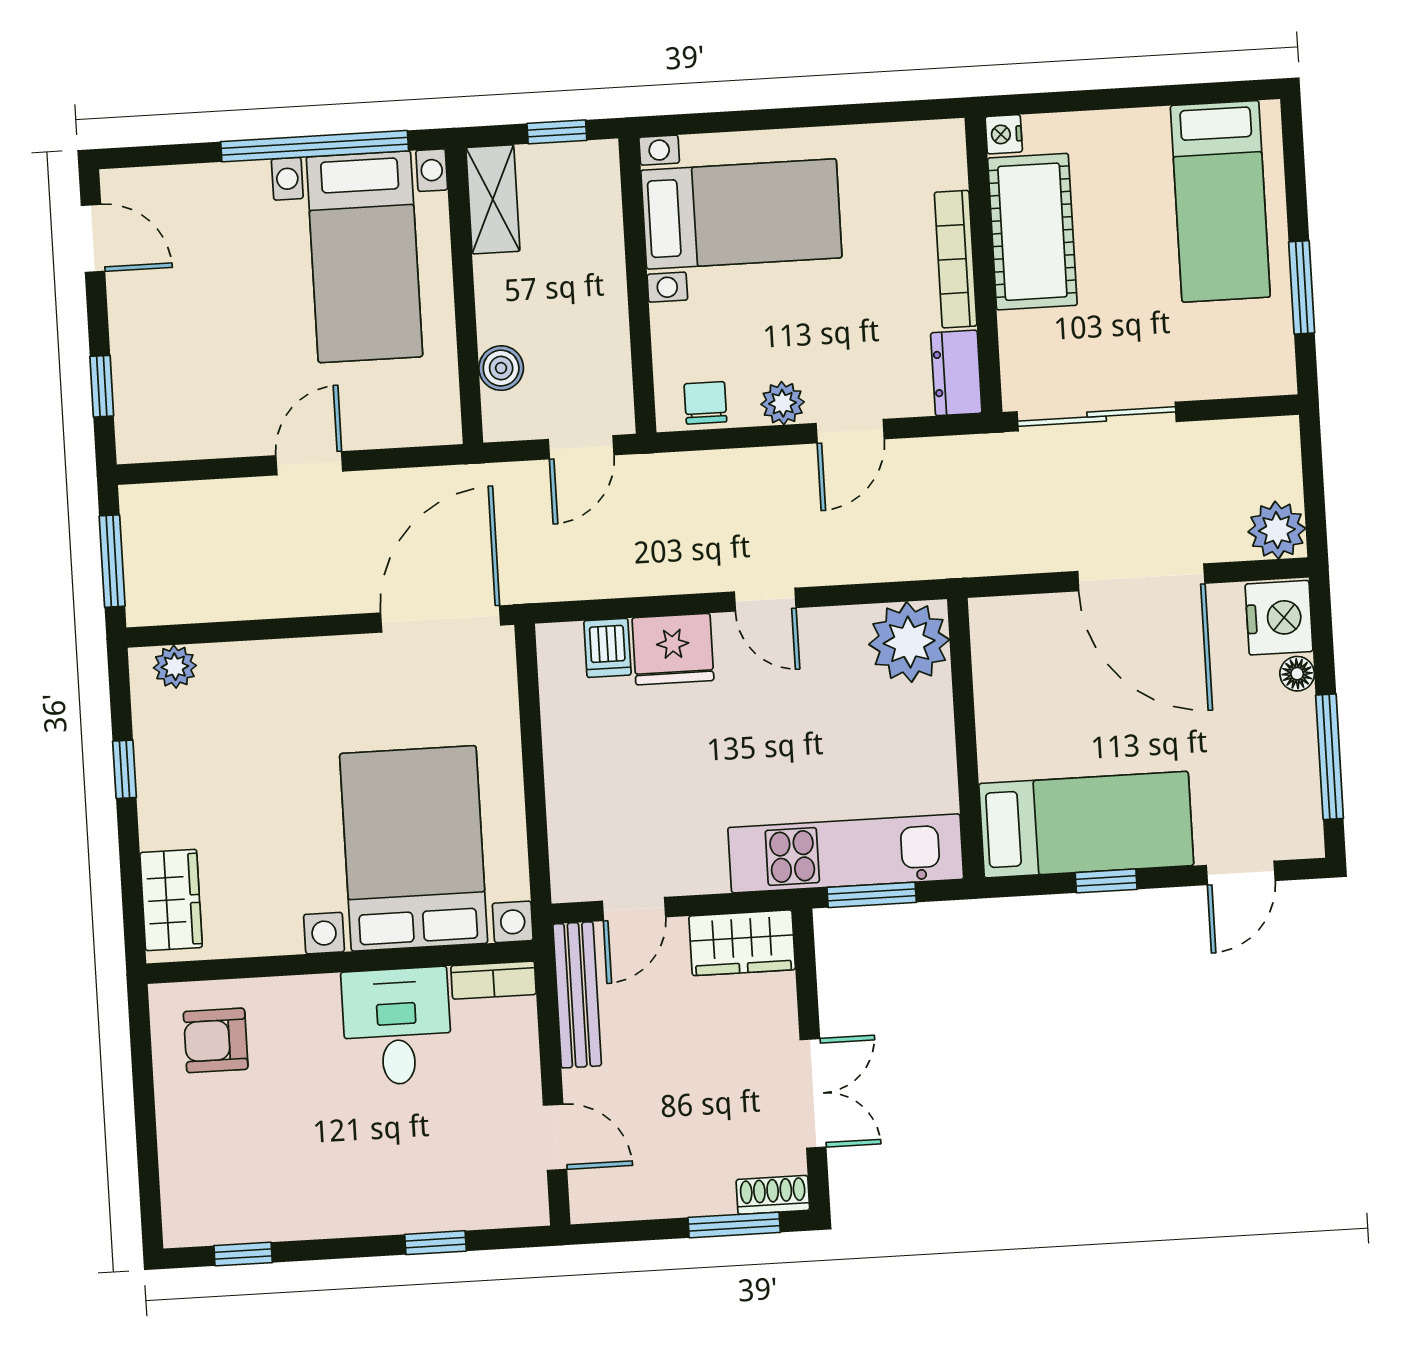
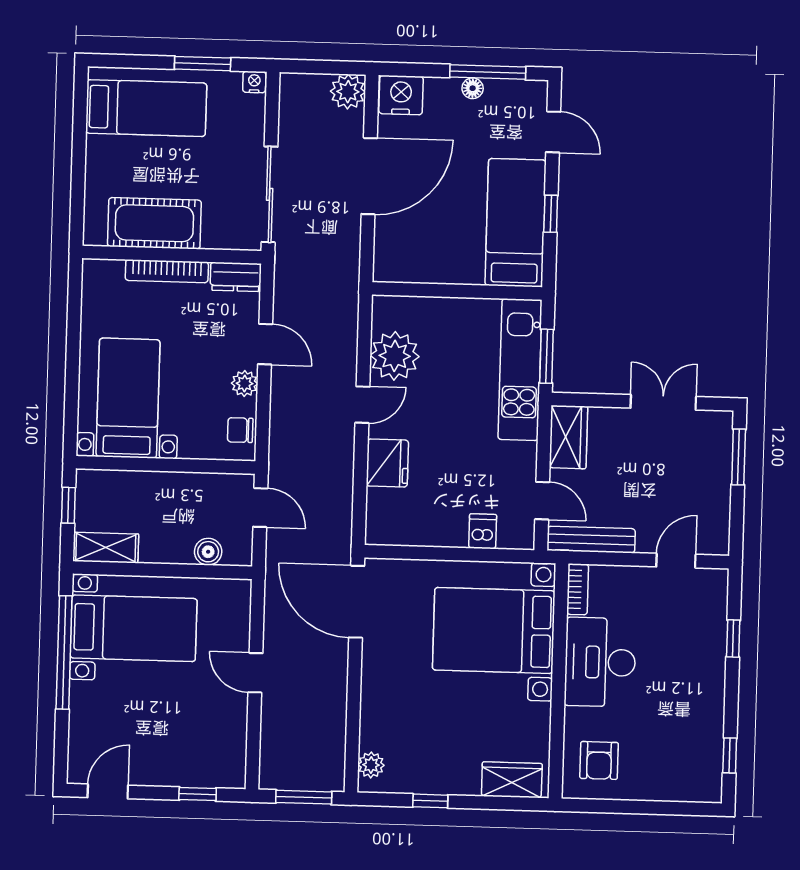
nightstand: (1004, 134) -> (254, 82), moved, turned 180
plant: (909, 642) -> (395, 356), moved
dishwasher: (607, 648) -> (483, 531), moved, turned -90
floor lamp: (1297, 674) -> (473, 88), moved
desk: (397, 1026) -> (600, 662), width x1.37
shoe rack: (773, 1195) -> (722, 432), removed

